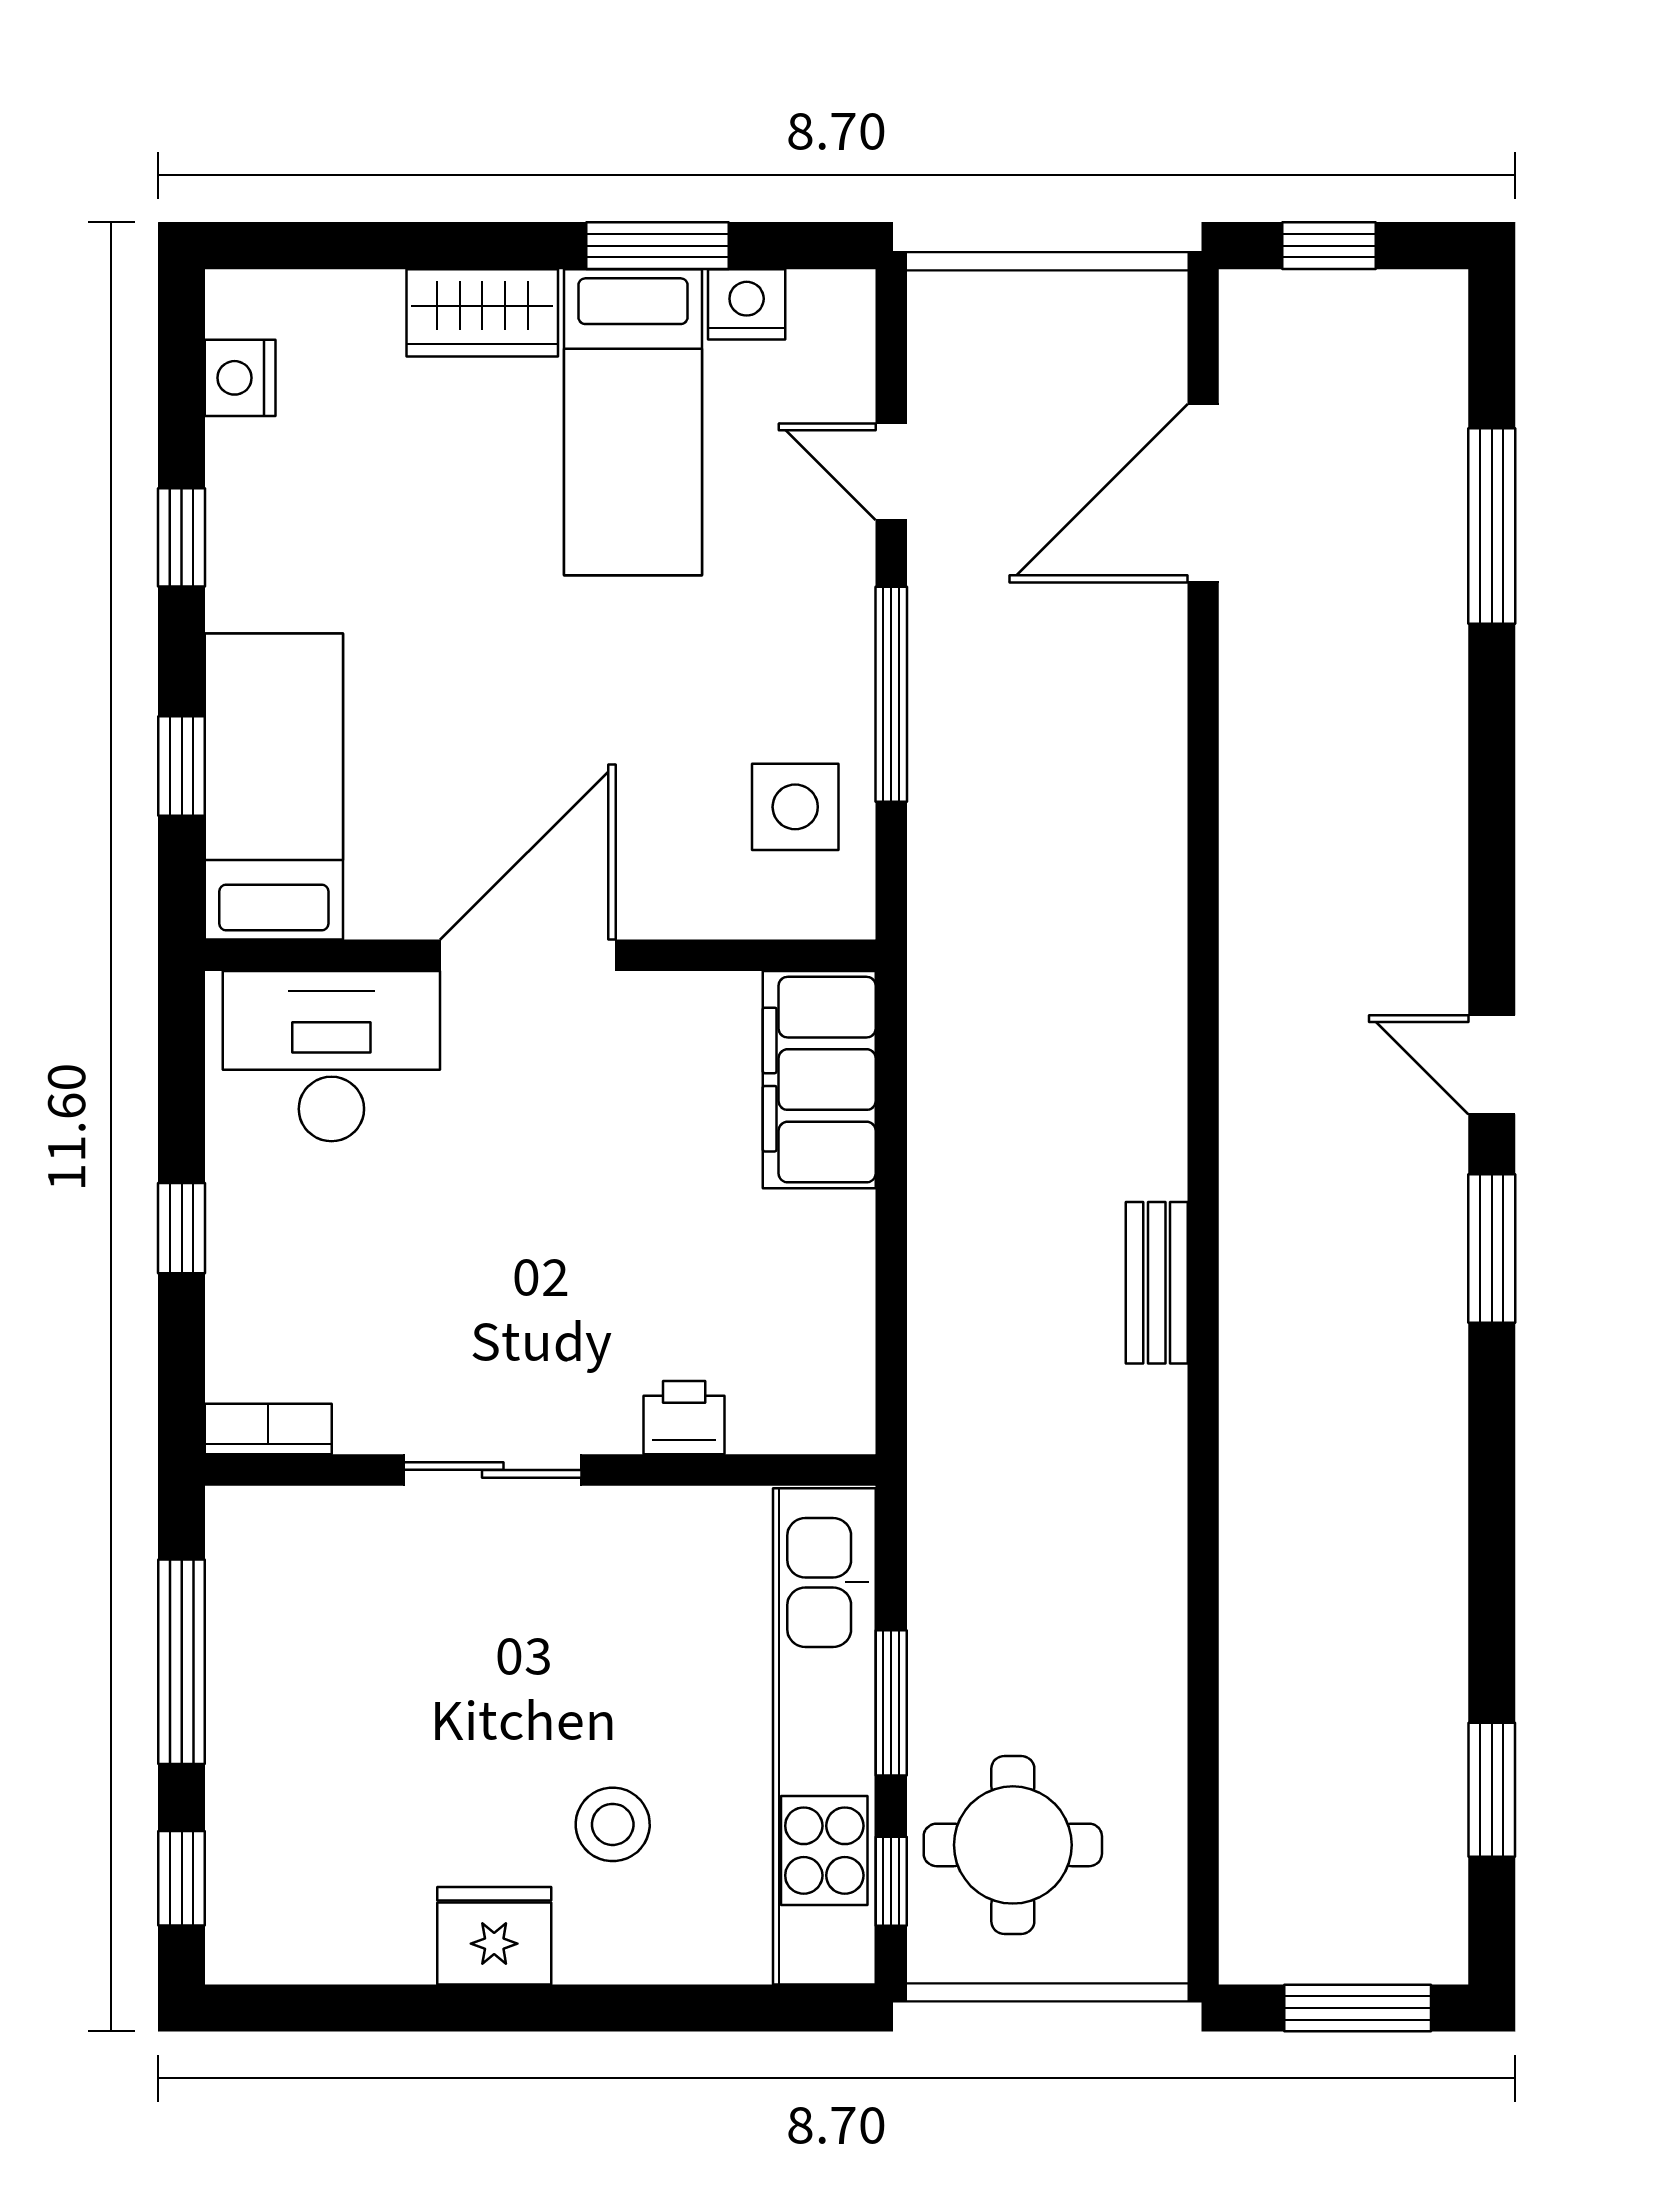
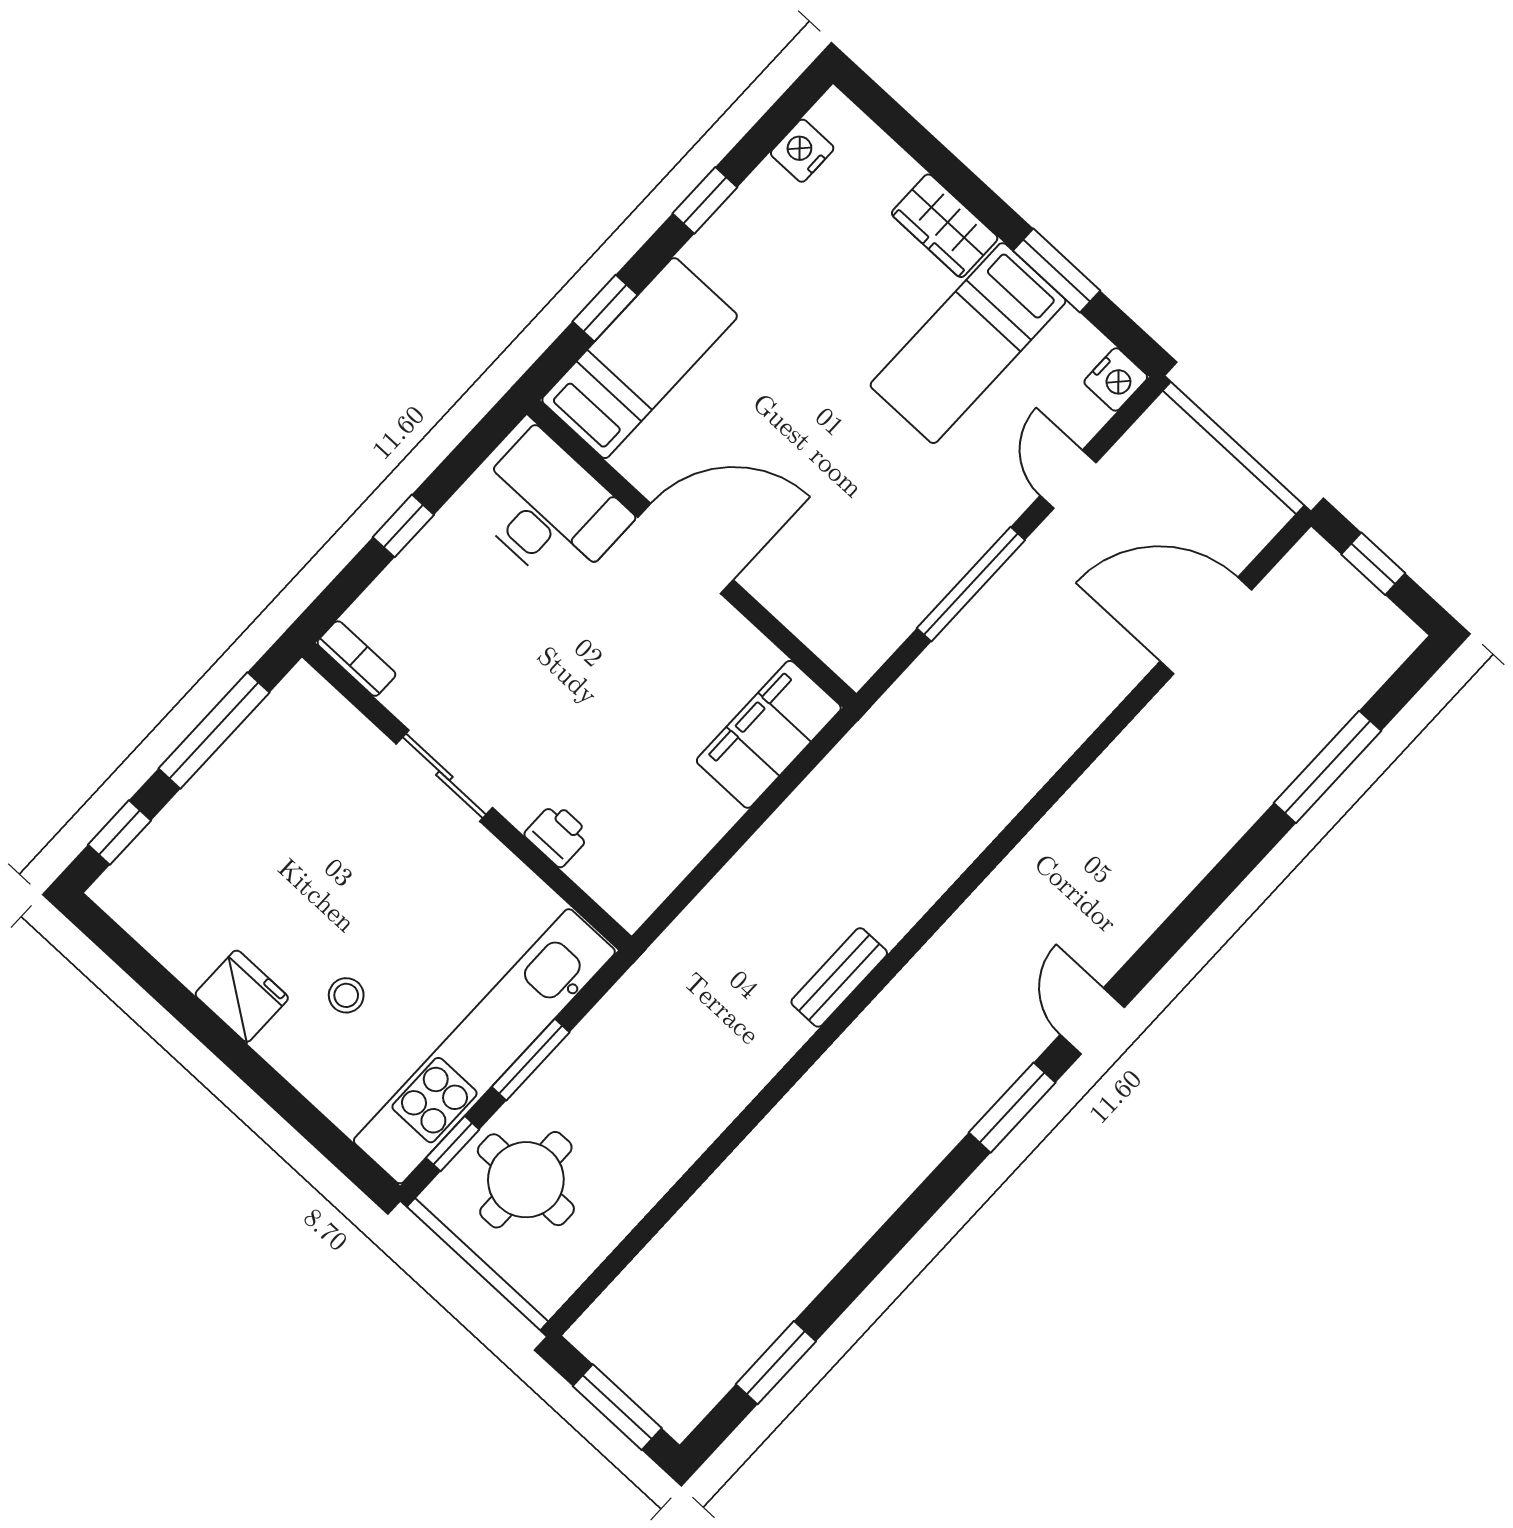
nightstand: (747, 304) -> (1116, 379), moved, turned 90
side table: (795, 807) -> (876, 595), removed
stool: (613, 1824) -> (346, 995), width x0.73, depth x0.73

